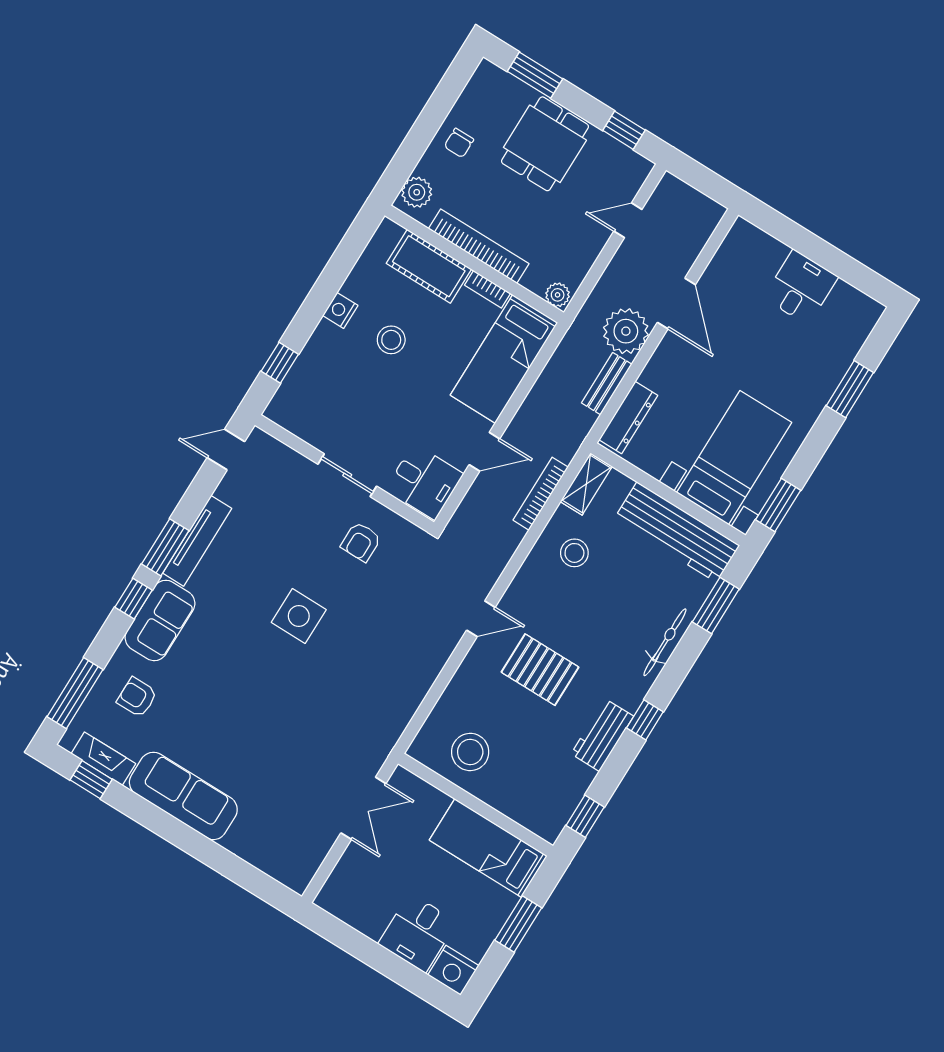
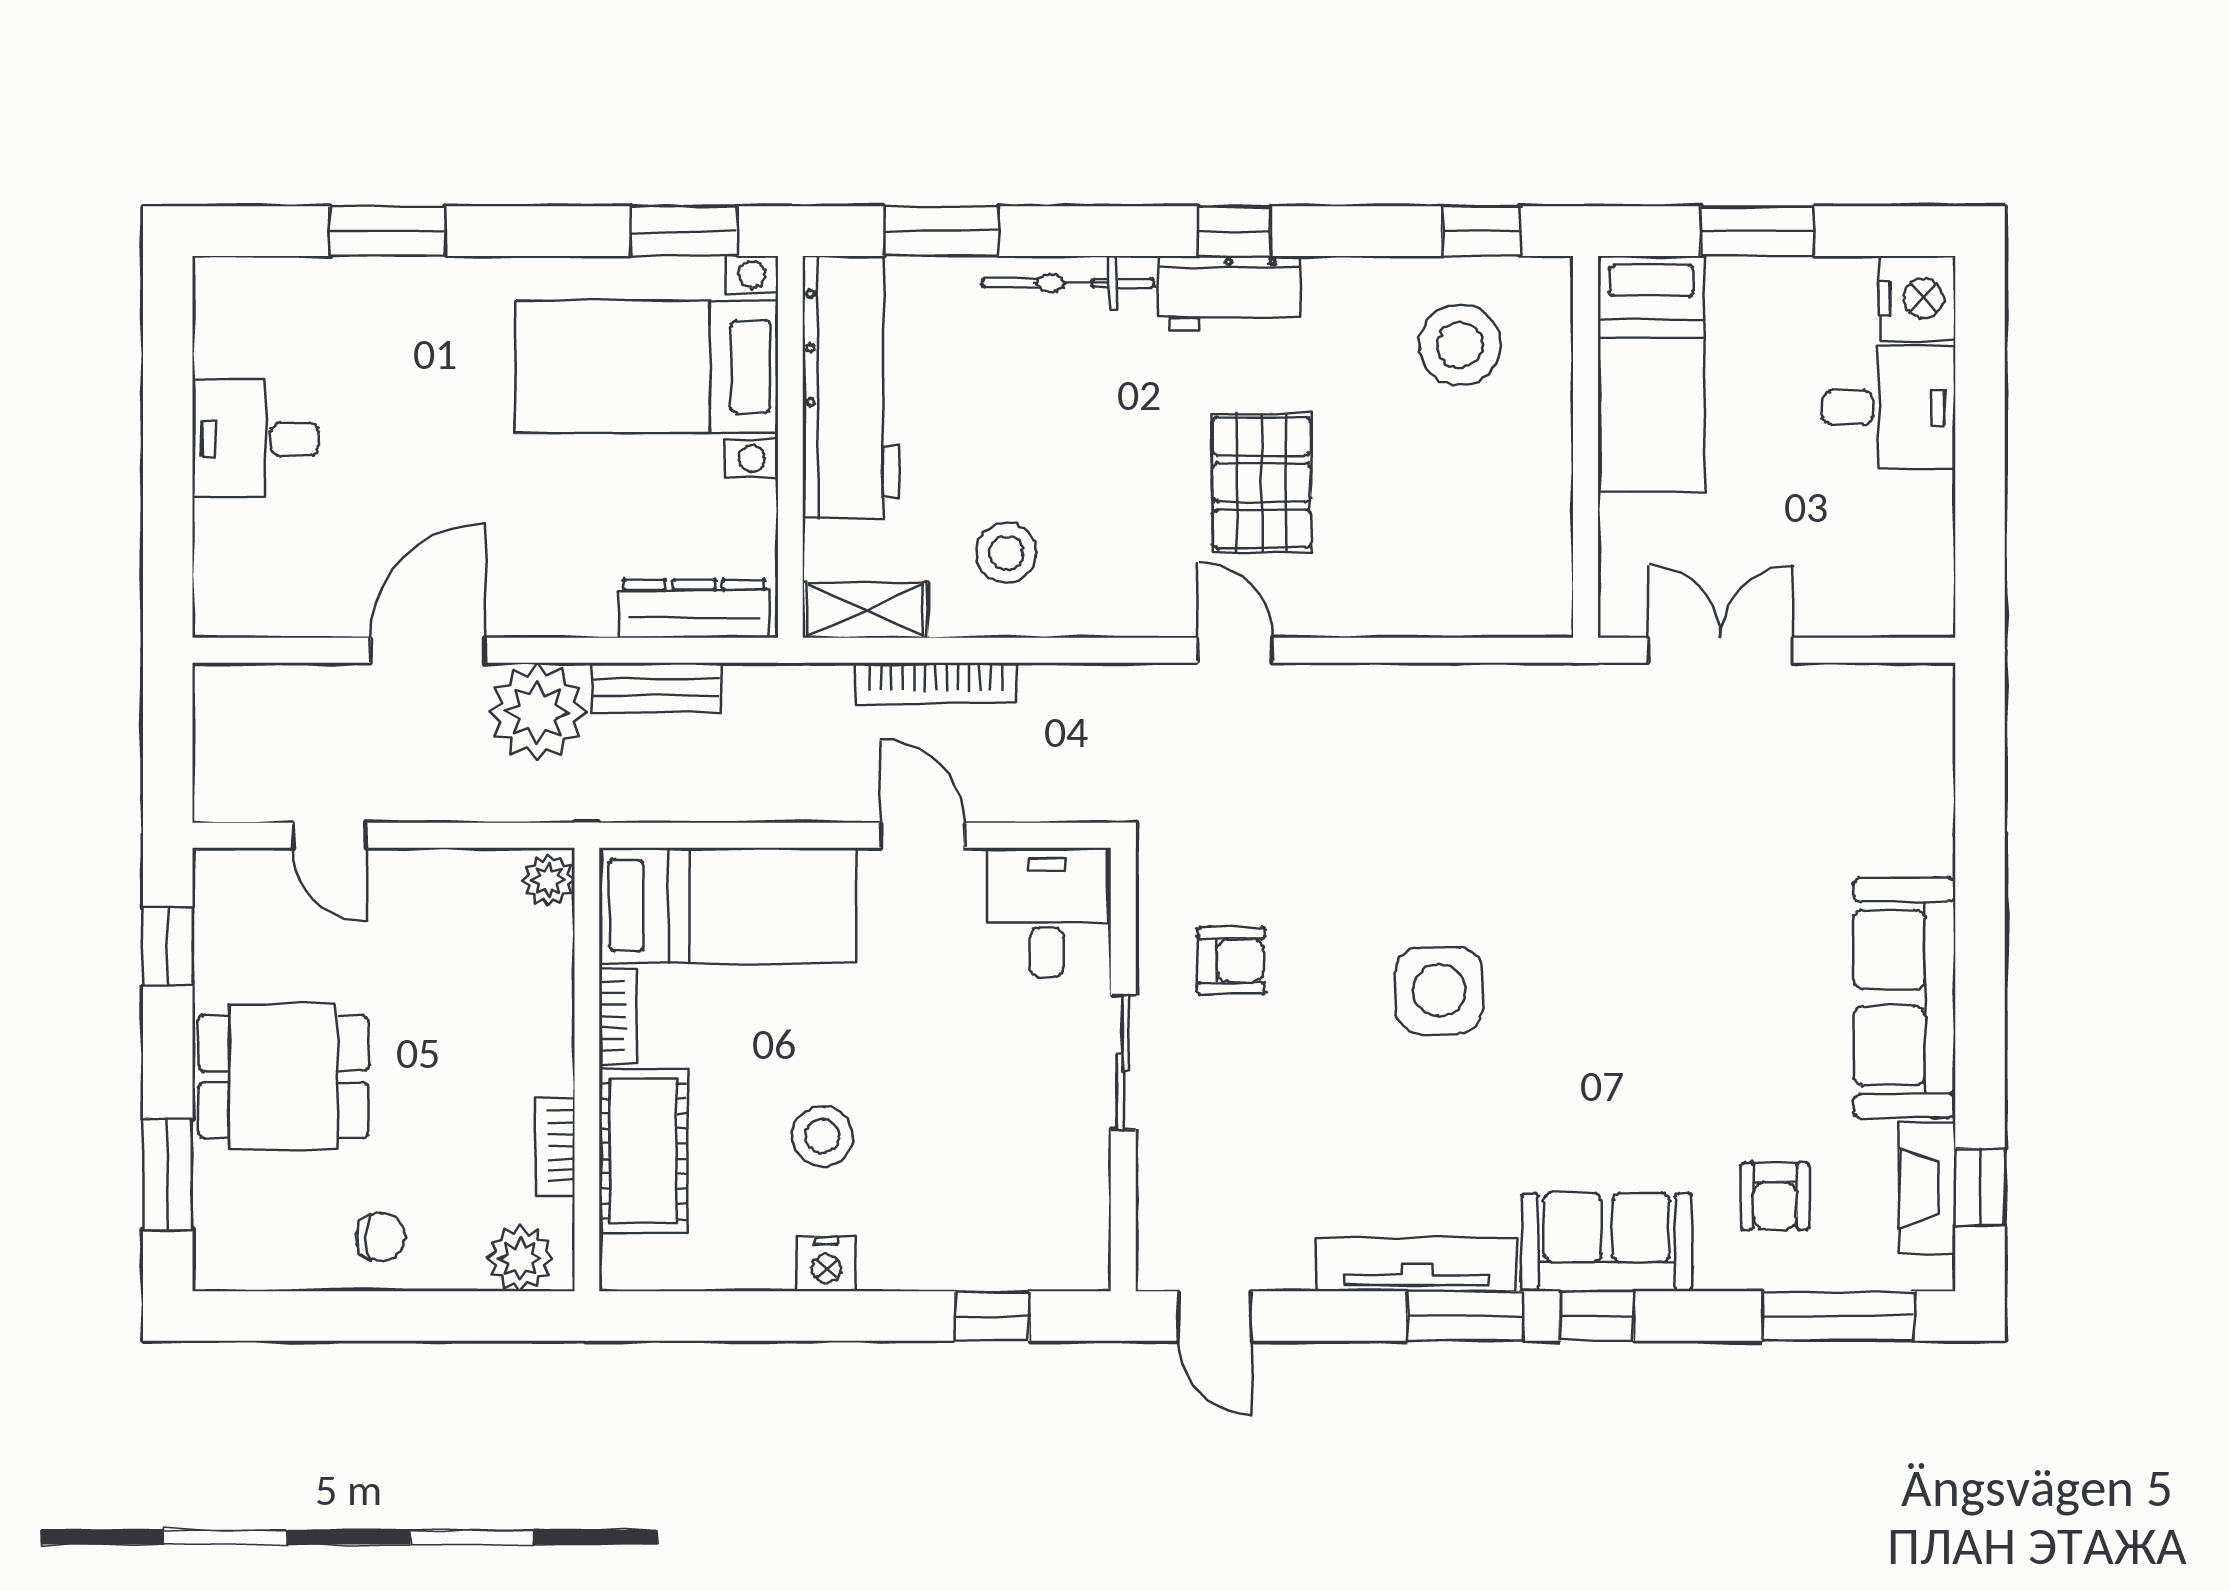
bookcase: (479, 246) -> (555, 1146), width x0.43, depth x0.76
workbench: (602, 735) -> (1229, 292), moved
stool: (470, 752) -> (1460, 345), moved

